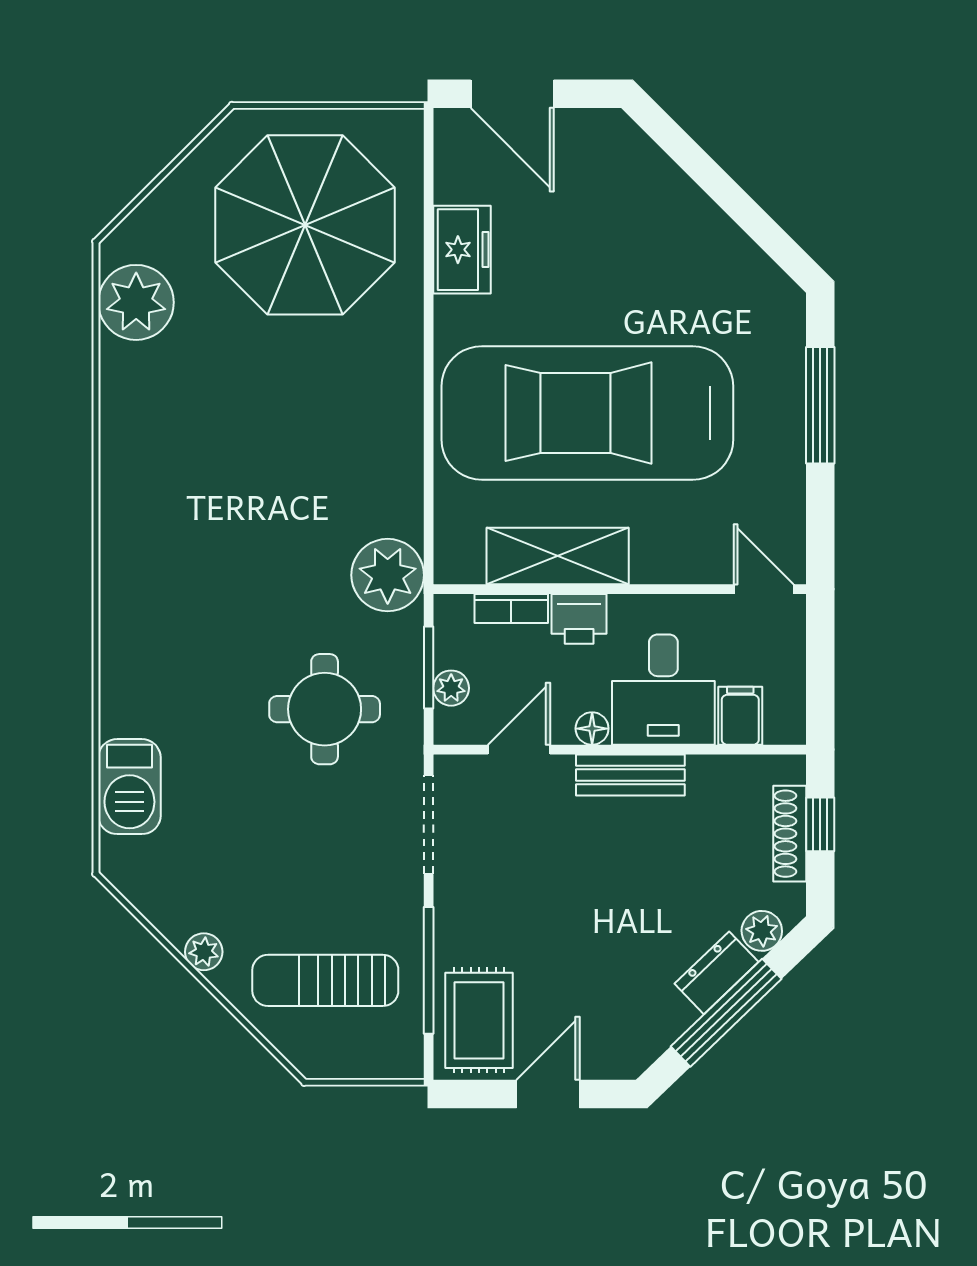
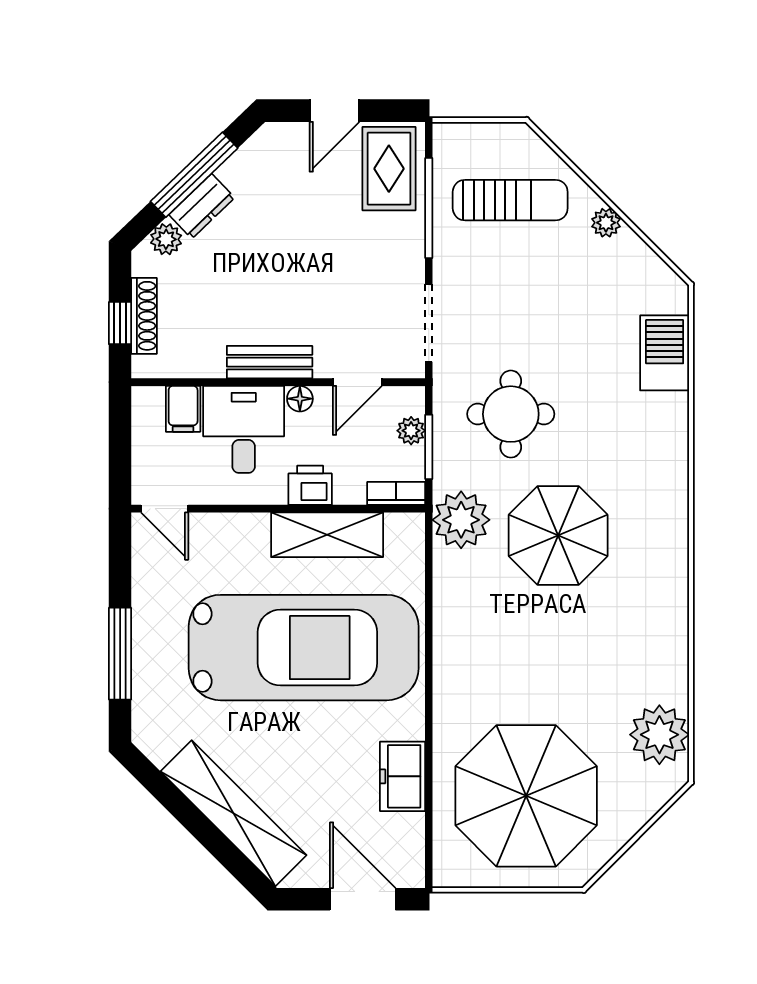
shelving: (676, 203) -> (233, 813), added
parasol: (265, 555) -> (558, 535), added
bookcase: (511, 609) -> (396, 493), moved

